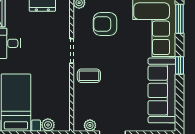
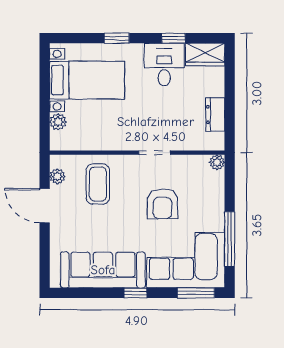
armchair: (105, 24) -> (162, 204), moved, turned 180
coffee table: (89, 76) -> (98, 184), moved, width x1.36, depth x1.30

